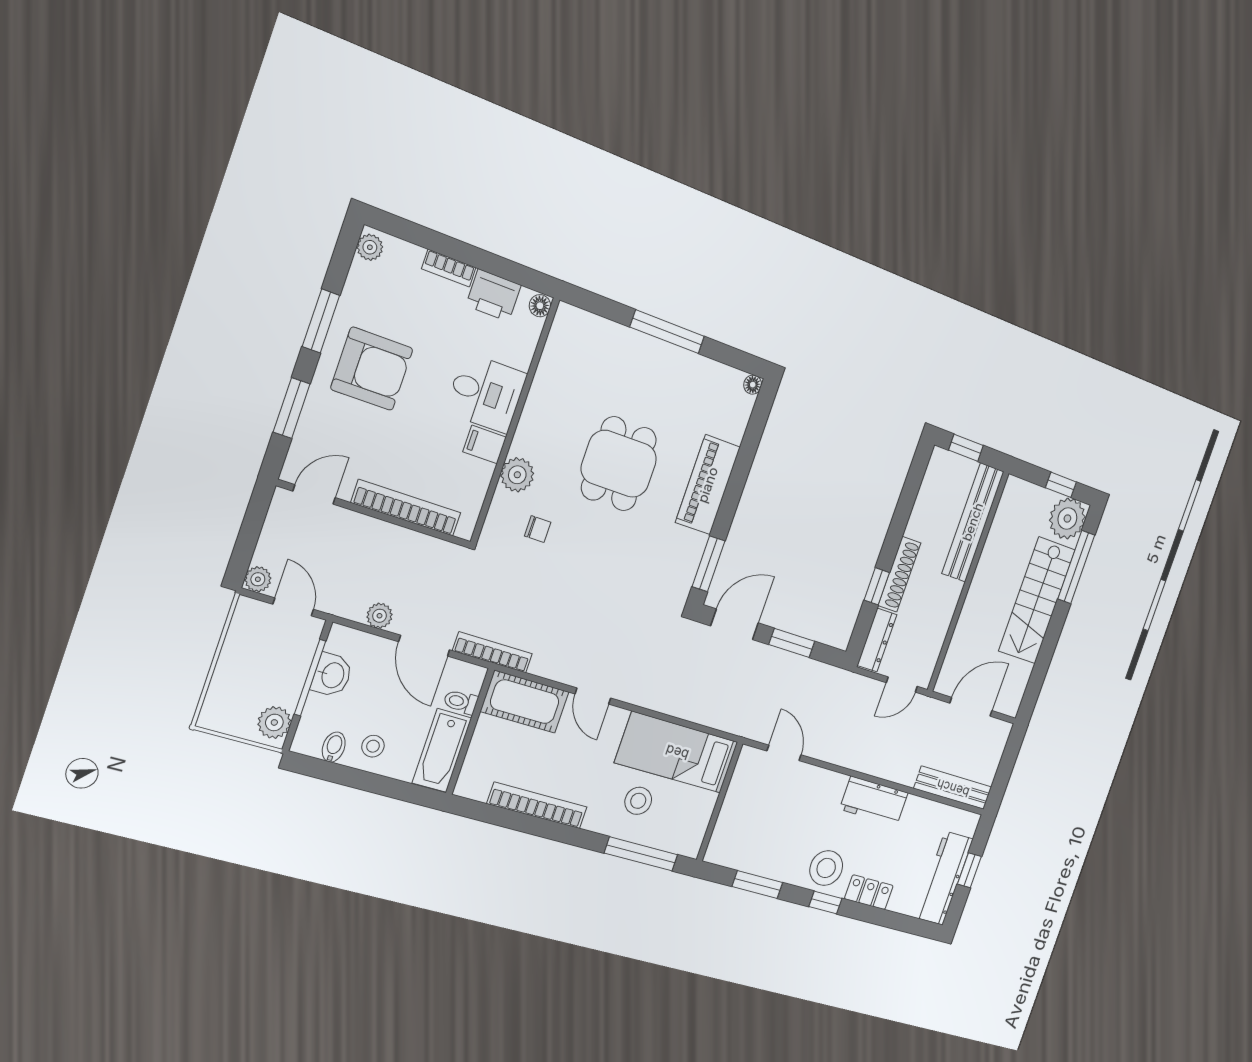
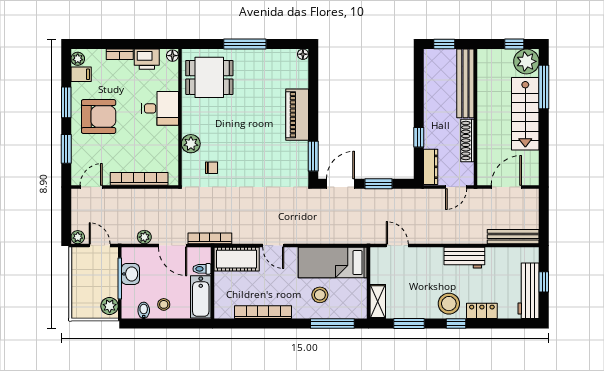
filing cabinet: (485, 444) -> (81, 74), moved, turned 180
dining table: (619, 464) -> (209, 77), moved, turned 90
shoe rack: (899, 574) -> (467, 141), moved, turned 180
shelving: (723, 836) -> (378, 302), added

